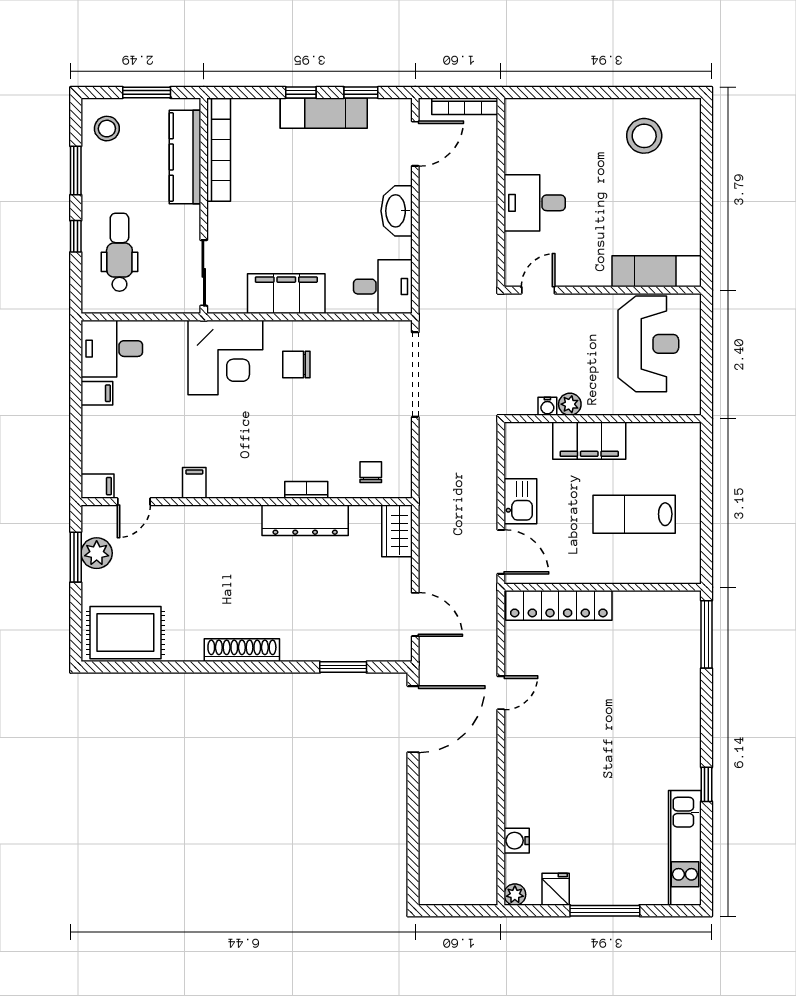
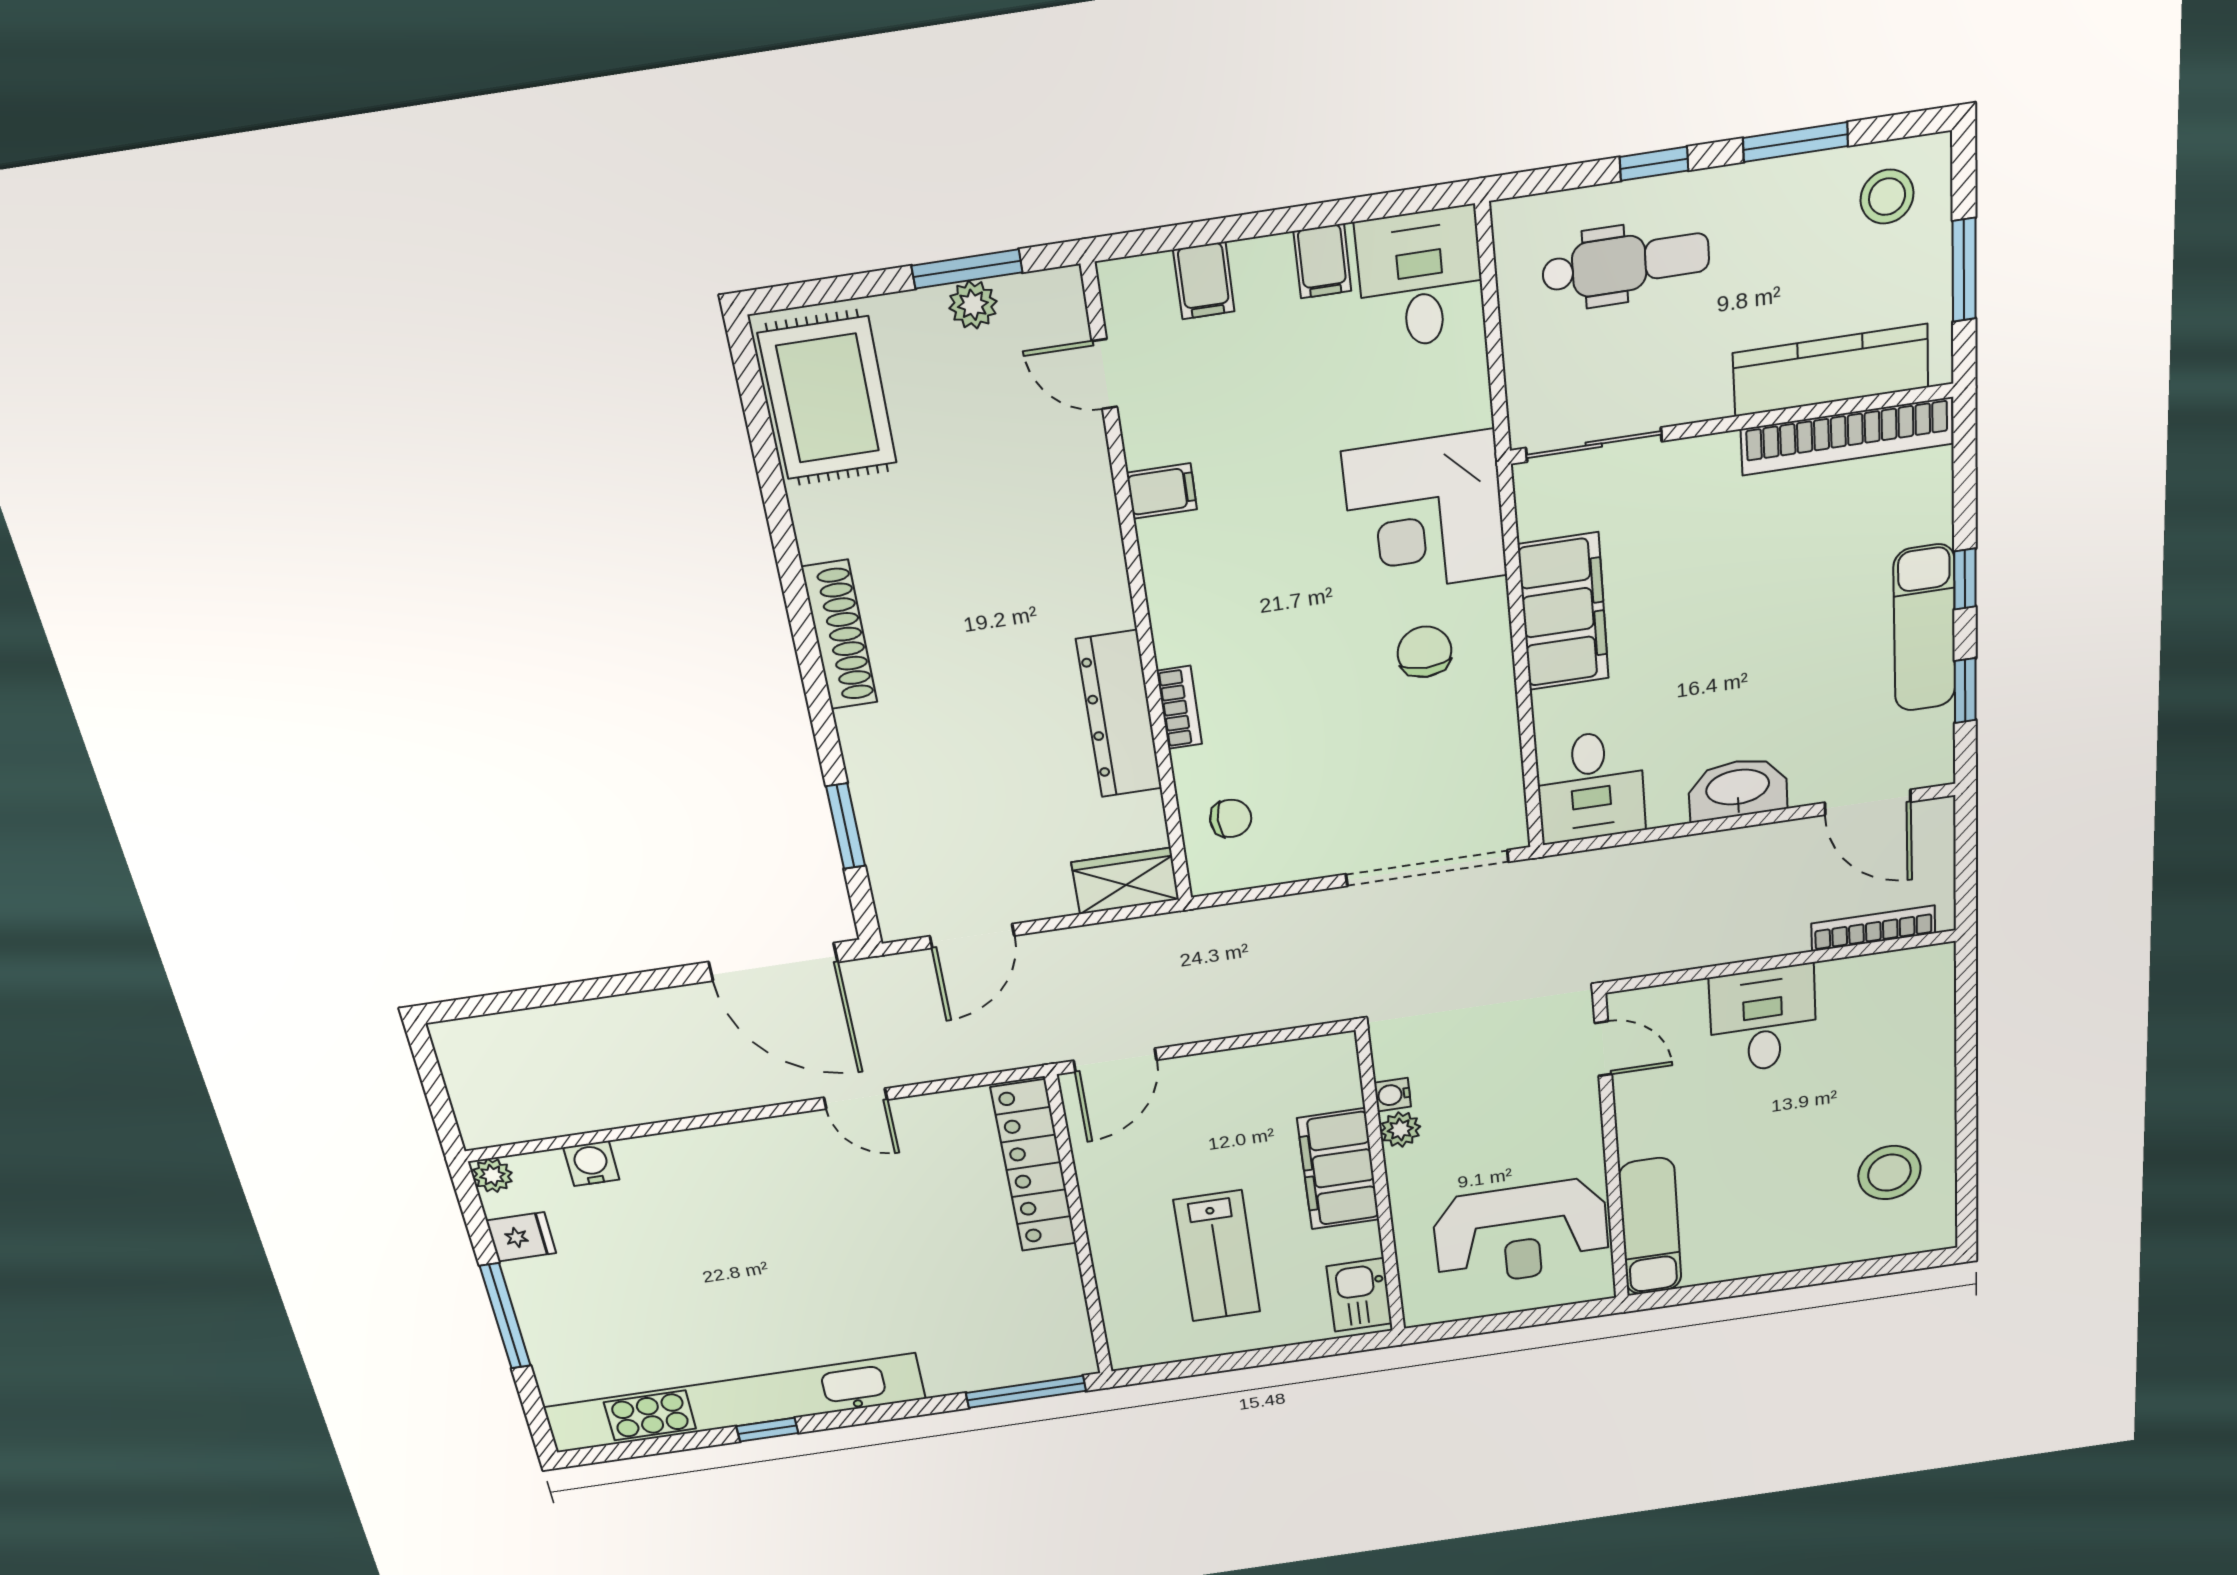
bookcase: (465, 106) -> (1873, 928), moved, turned 90
filing cabinet: (97, 486) -> (1204, 281), moved
kitchen sink: (520, 501) -> (1359, 1295), moved, turned 90
lab bench: (634, 514) -> (1217, 1256), turned 180
plant: (97, 553) -> (973, 305), width x0.73, depth x0.73
kitchen unit: (685, 848) -> (735, 1403), width x1.86

